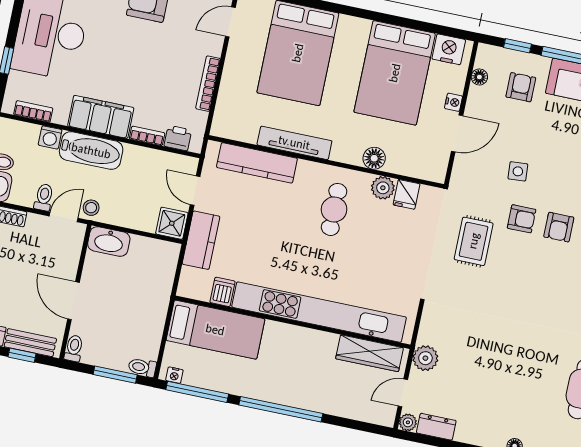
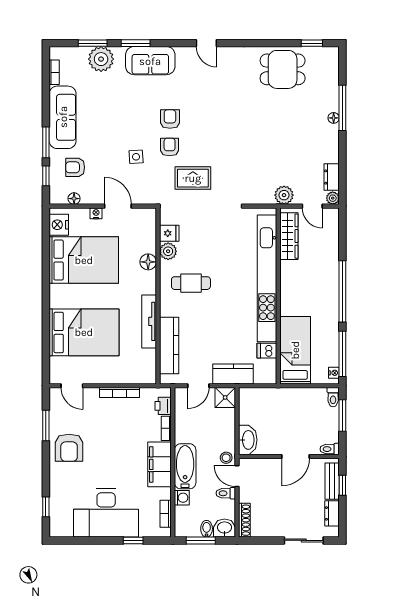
armchair: (559, 227) -> (170, 119), turned -90

